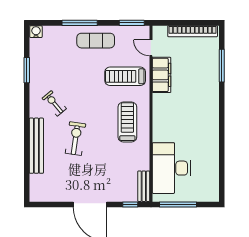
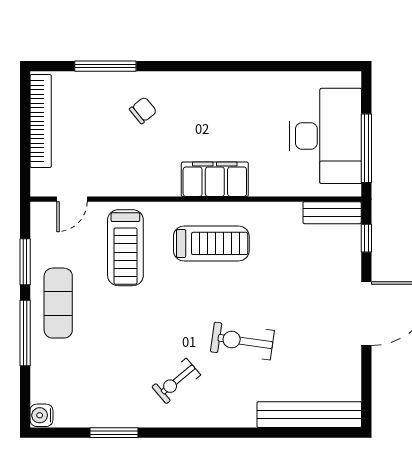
window: (132, 23) -> (25, 262), moved
filing cabinet: (162, 75) -> (215, 179), moved
chair: (198, 86) -> (143, 110), added
treadmill: (127, 122) -> (211, 243), turned 180
bench: (36, 146) -> (309, 415), moved
desk: (171, 168) -> (326, 136), moved, turned -90

